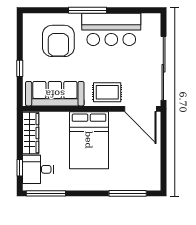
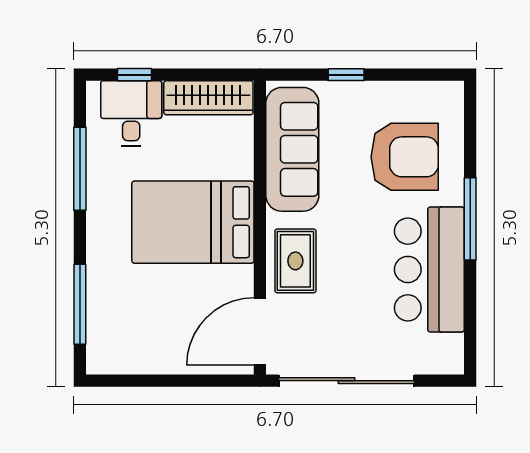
armchair: (58, 41) -> (405, 157), turned 180
window: (46, 193) -> (80, 169), moved

